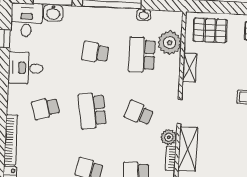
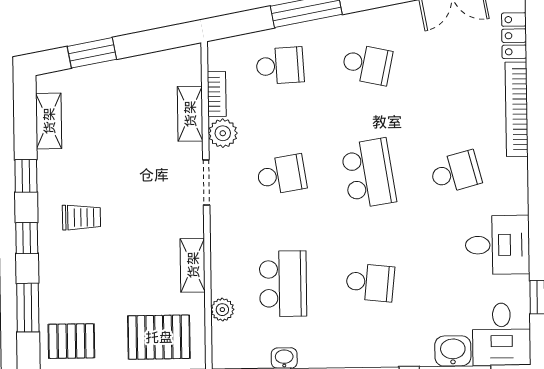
plant: (170, 43) -> (222, 310), width x0.53, depth x0.53
school desk: (139, 113) -> (282, 175), turned -30
shelving: (188, 149) -> (190, 114), width x0.67, depth x0.75

